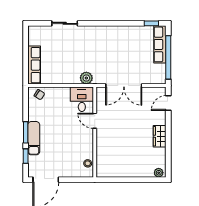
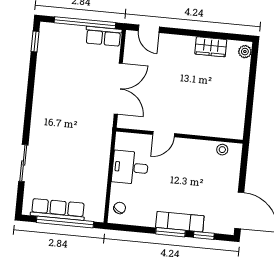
row of seats: (160, 44) -> (103, 36), moved, width x0.68
window: (26, 57) -> (65, 222), added
row of seats: (34, 65) -> (58, 209), moved
plant: (86, 78) -> (103, 140), removed
desk: (82, 99) -> (130, 167), moved
wardrobe: (160, 136) -> (211, 47), moved

